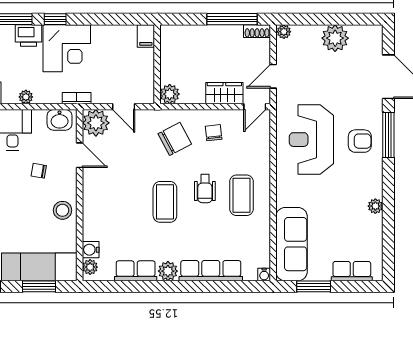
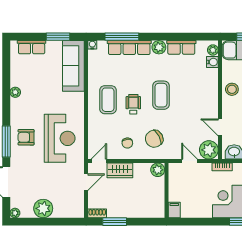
window: (232, 19) -> (115, 222), width x0.69
plant: (284, 32) -> (15, 213), moved
window: (222, 286) -> (122, 37), added

